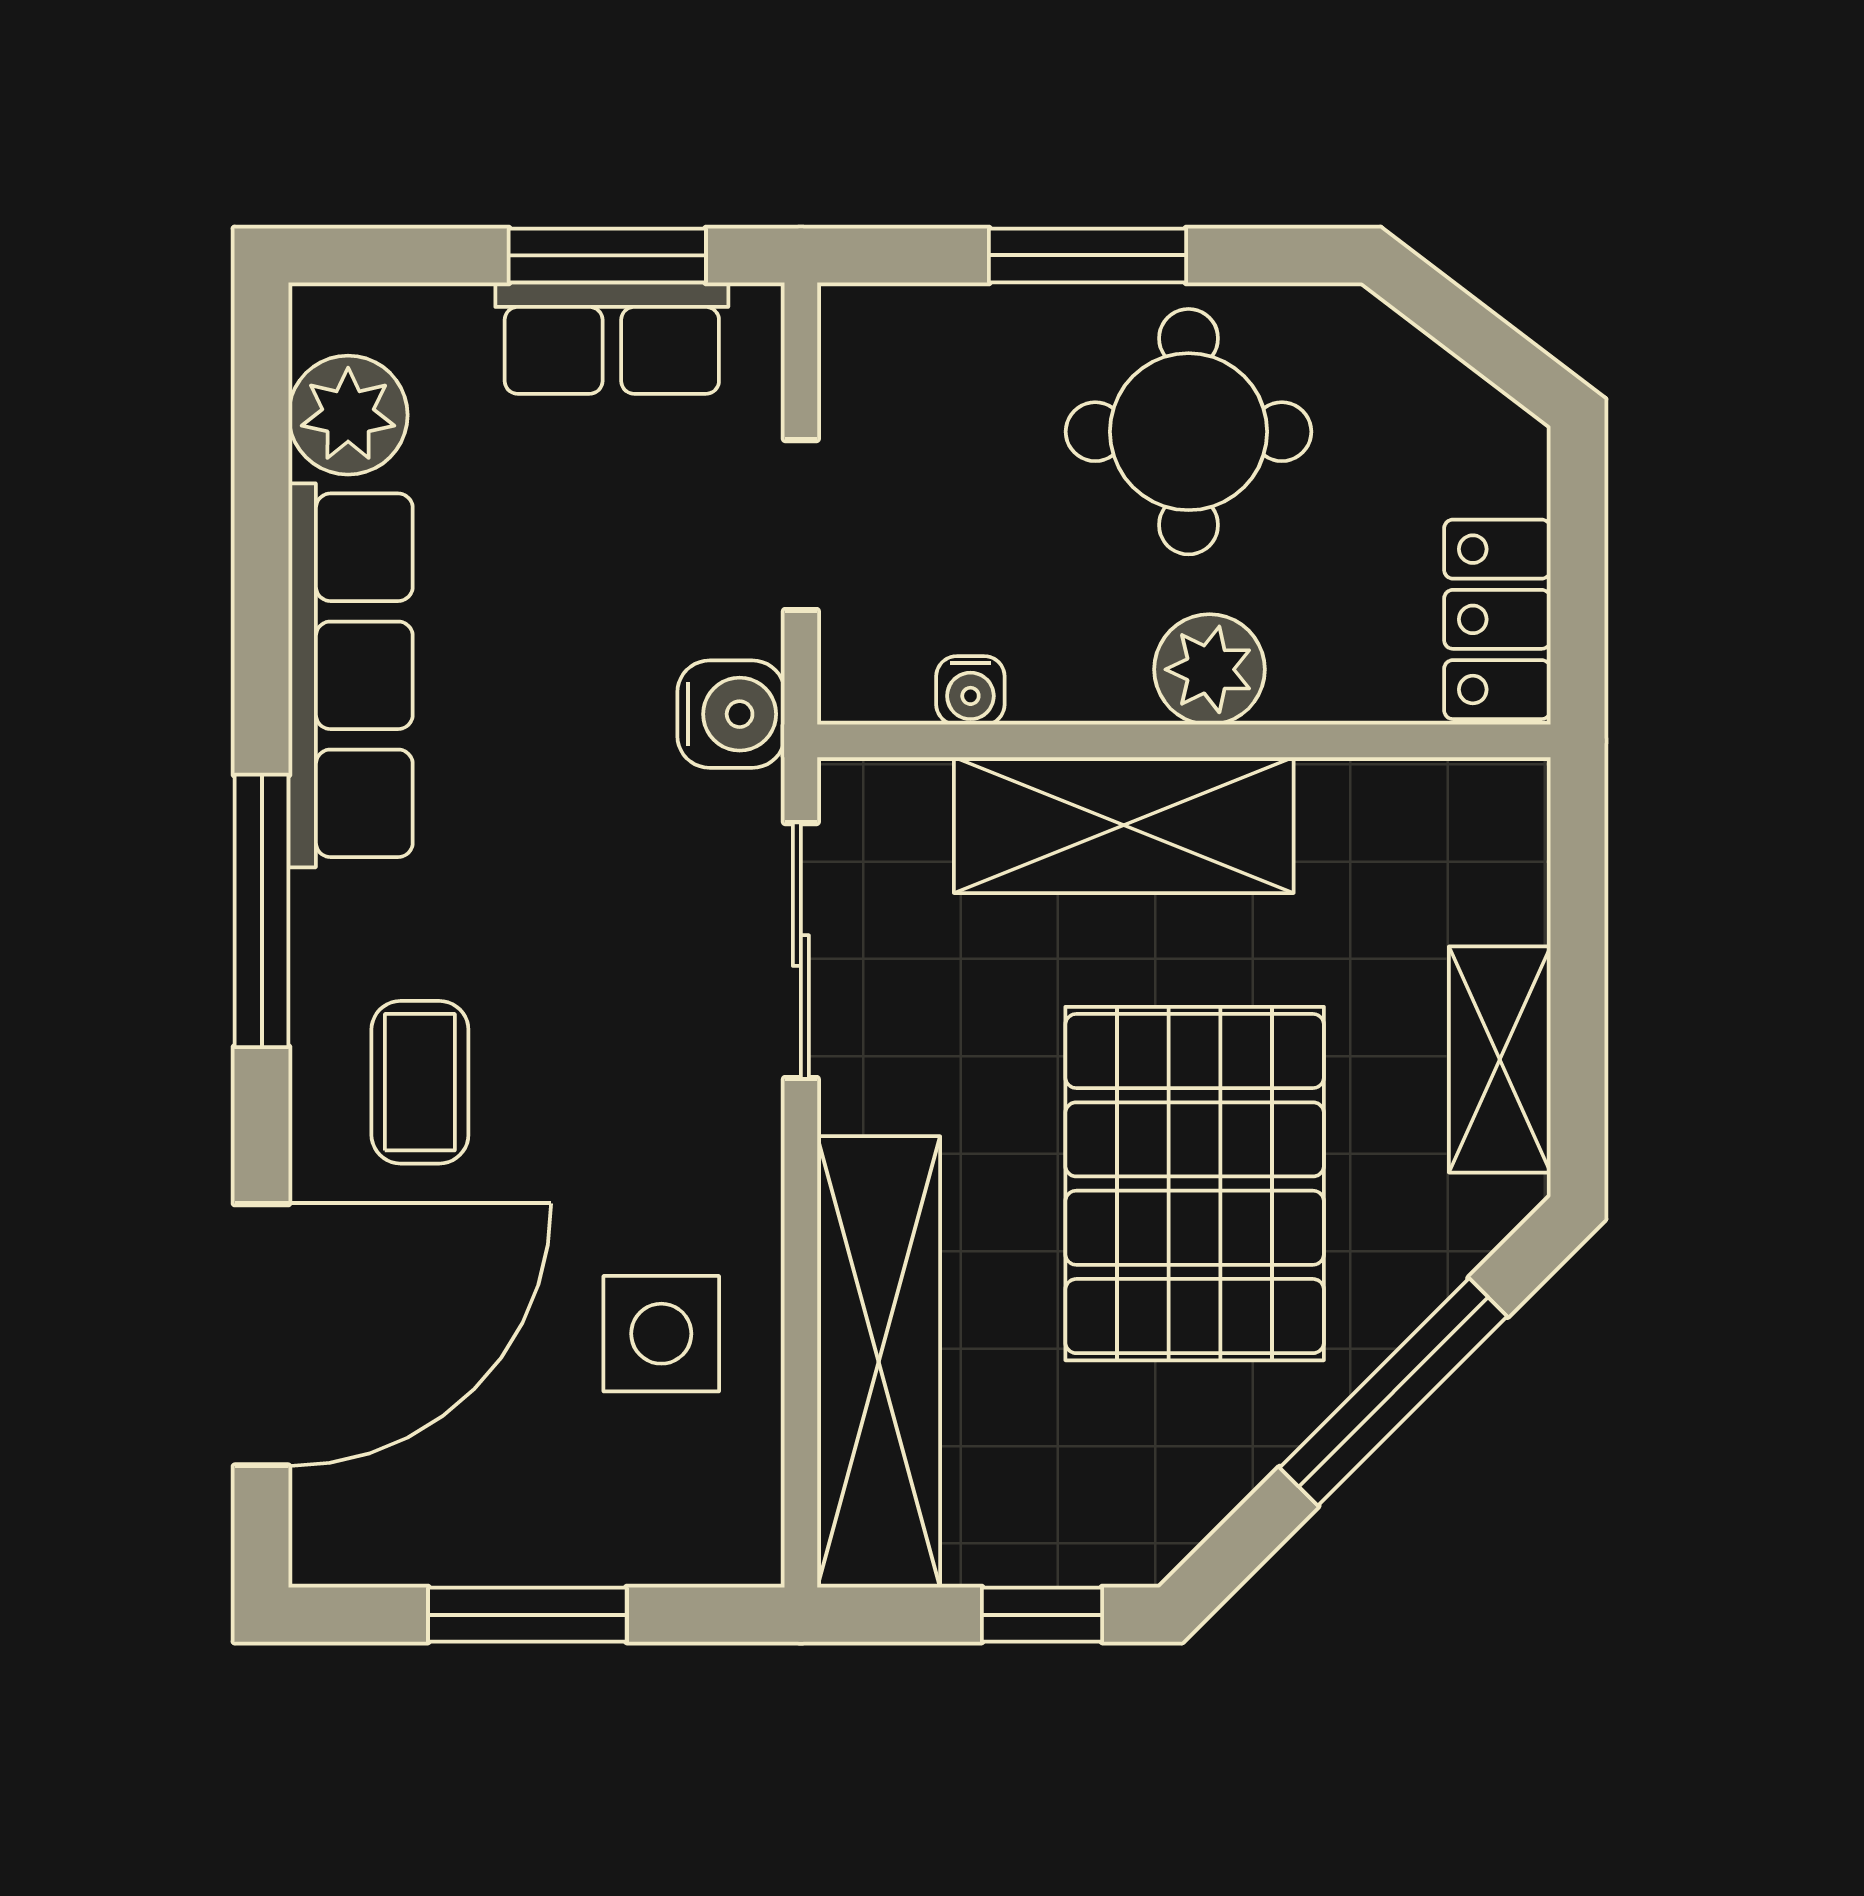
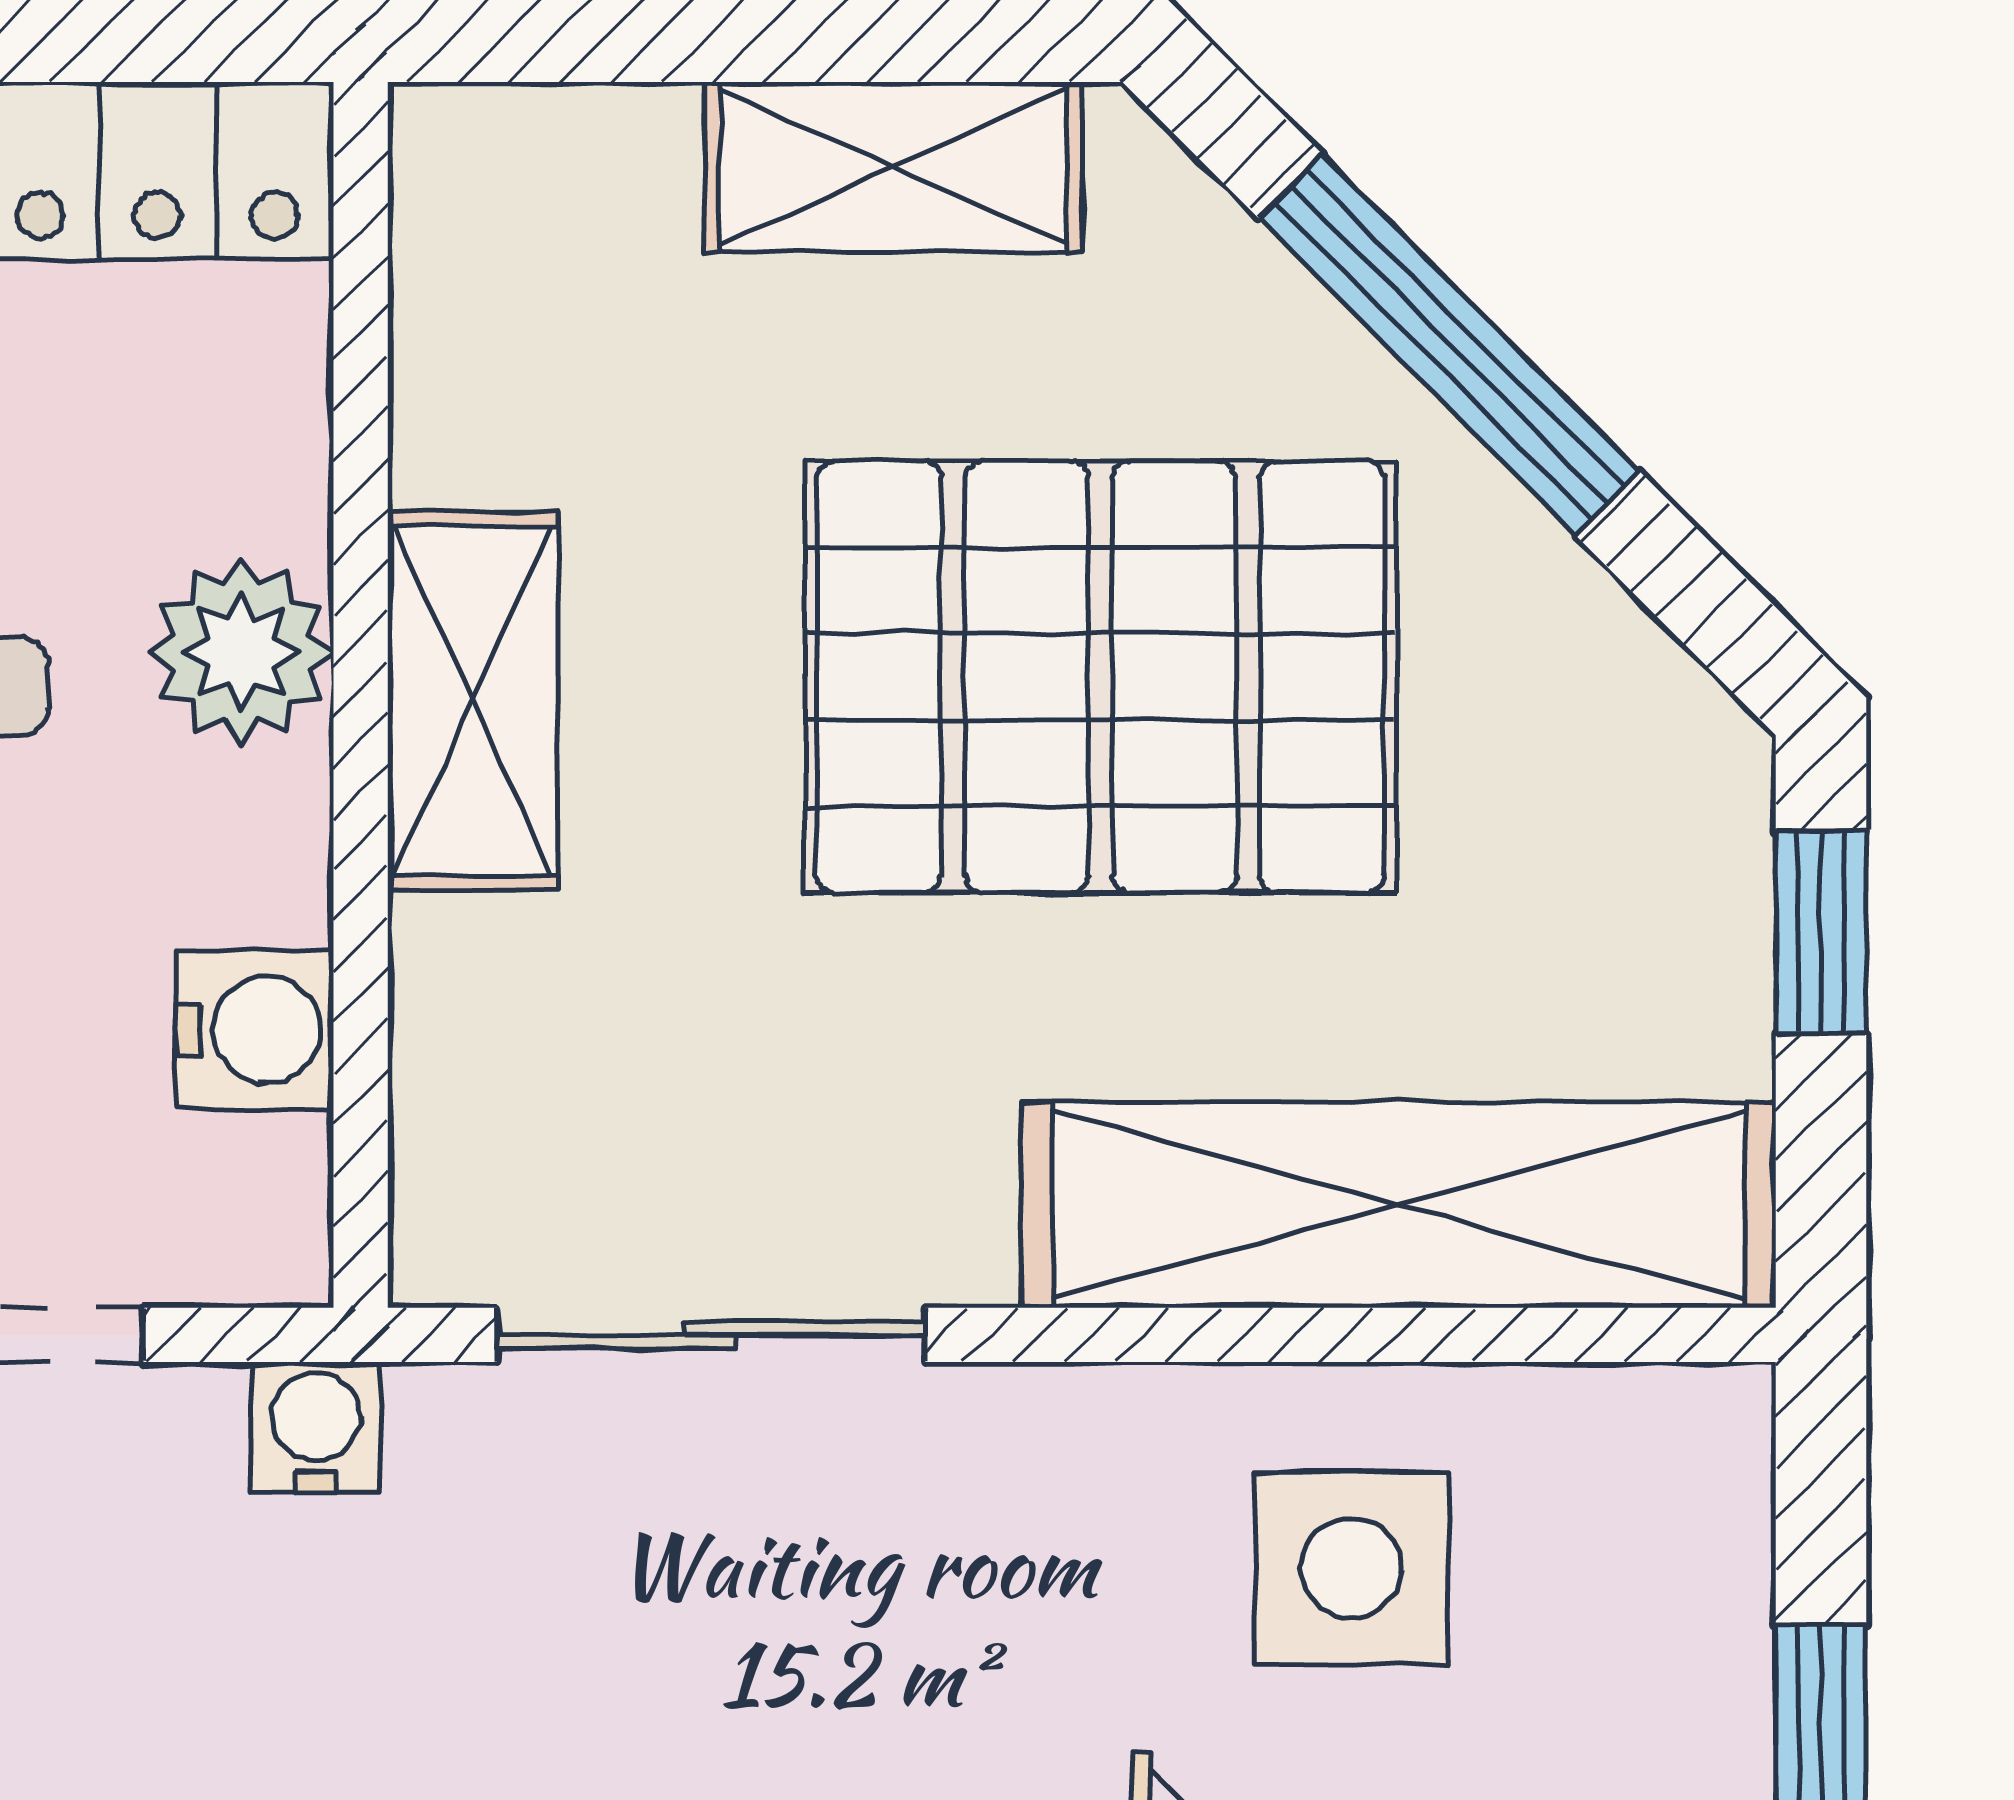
water cooler: (970, 690) -> (254, 1030), width x1.38, depth x1.38
water cooler: (731, 714) -> (316, 1427), width x0.72, depth x0.72
shelving: (1124, 825) -> (473, 701), width x0.67, depth x0.75

